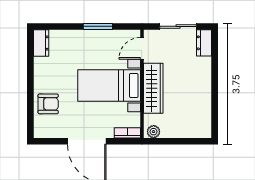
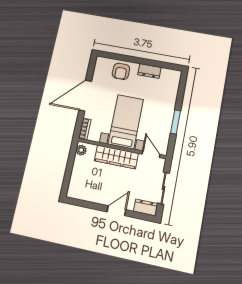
dresser: (41, 43) -> (149, 71), moved
door: (215, 76) -> (116, 211), added

